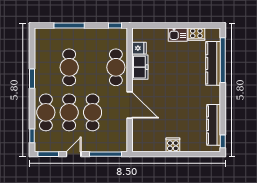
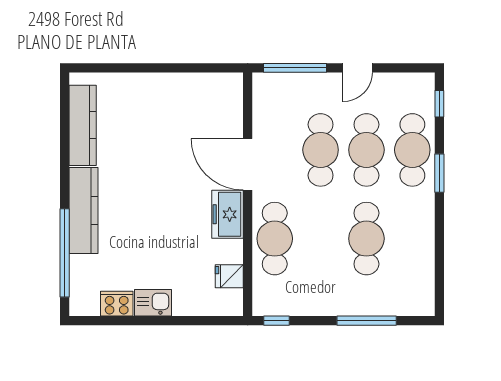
kitchen counter: (213, 63) -> (84, 210), moved
freezer: (140, 67) -> (227, 214), moved
window: (32, 79) -> (439, 173), moved
window: (223, 141) -> (65, 93), removed
cooker: (173, 145) -> (163, 86), removed
window: (48, 154) -> (408, 68), removed

